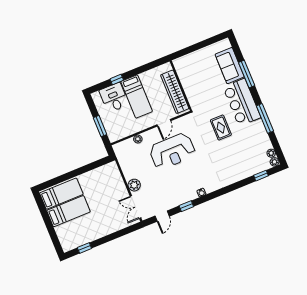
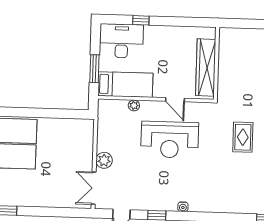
bed: (137, 96) -> (125, 85), moved, turned -90
desk: (114, 98) -> (122, 41), width x1.37
door: (164, 123) -> (175, 100), hinge flipped

